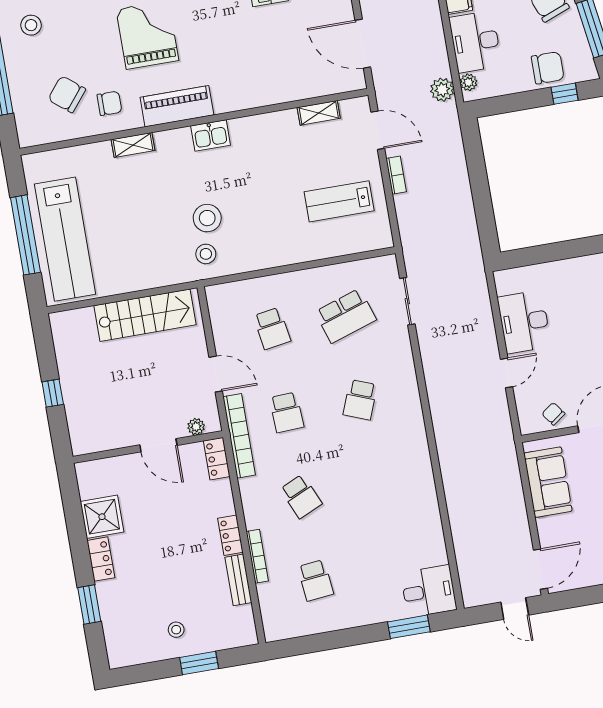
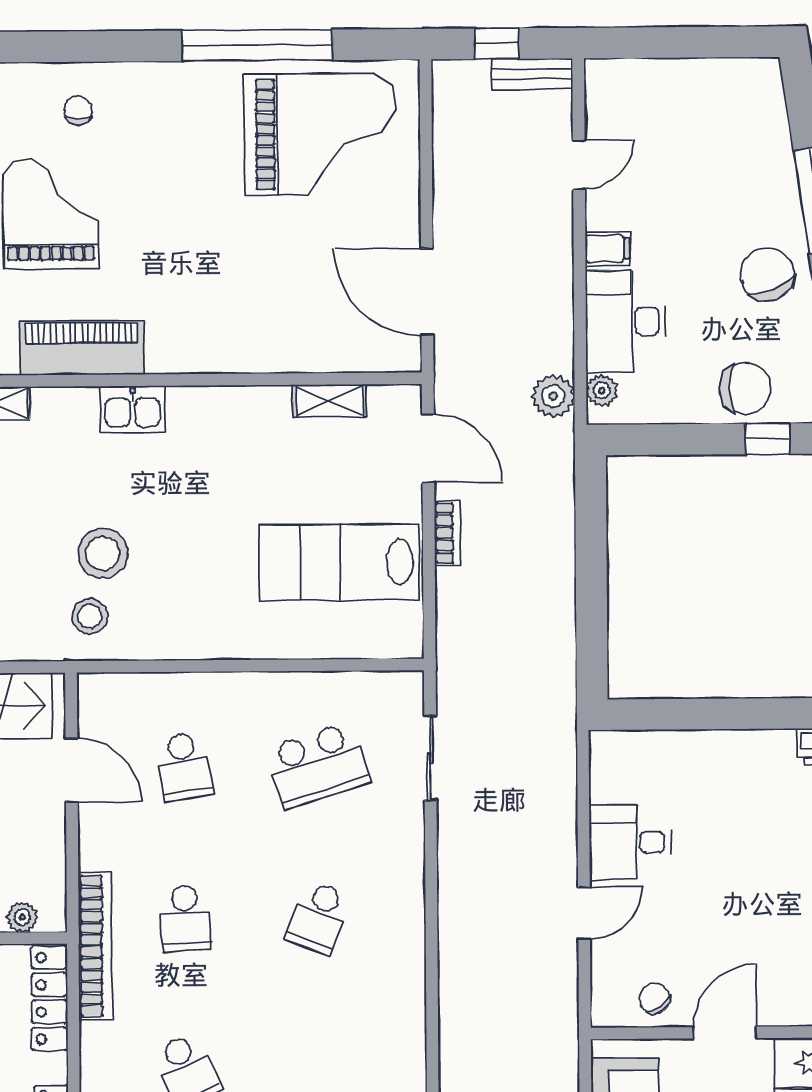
lab bench: (339, 201) -> (339, 562), width x1.36, depth x1.39
desk: (524, 322) -> (630, 842), width x0.73
door: (216, 374) -> (72, 770), moved
locker: (217, 459) -> (49, 998), width x1.53

